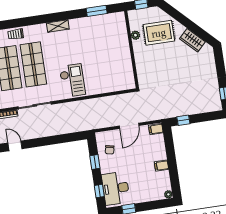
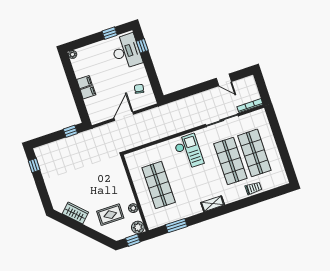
plant: (134, 16) -> (138, 227), added
rug: (159, 33) -> (110, 215), width x0.73, depth x0.70
shop shelf: (107, 53) -> (159, 185), added
checkout: (72, 81) -> (189, 152), turned 180
filing cabinet: (156, 129) -> (88, 92), moved
door: (15, 146) -> (224, 80), moved
window: (95, 162) -> (152, 74), removed

